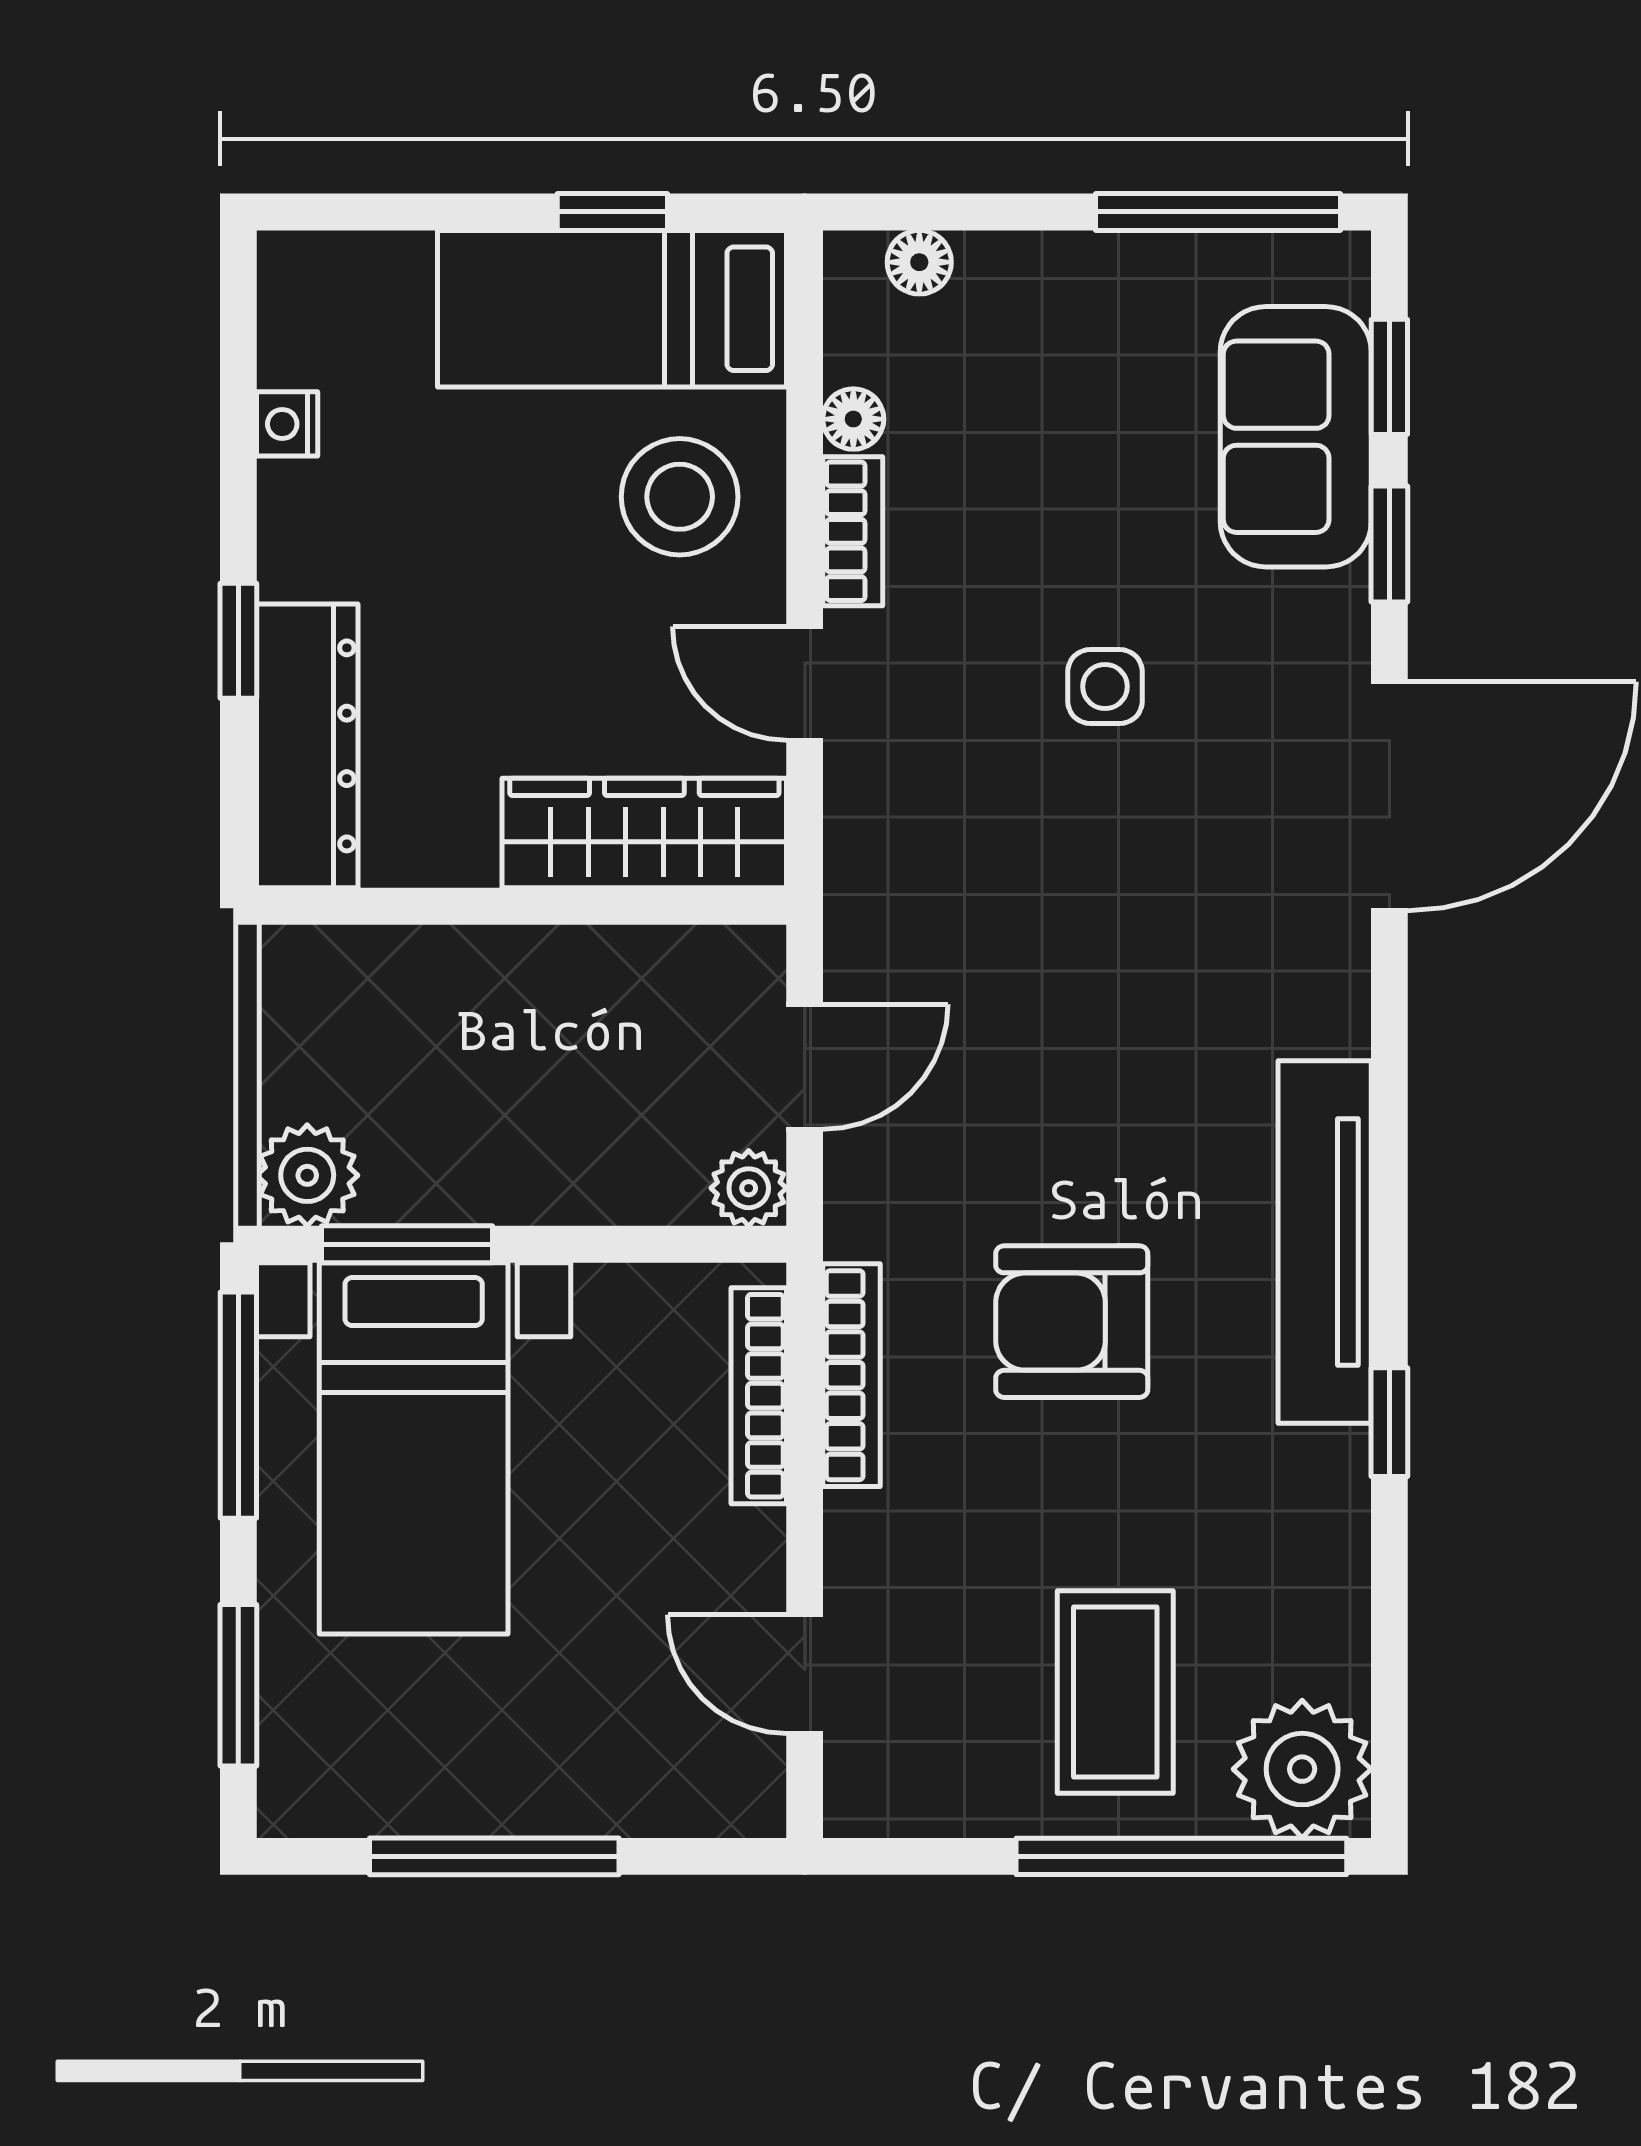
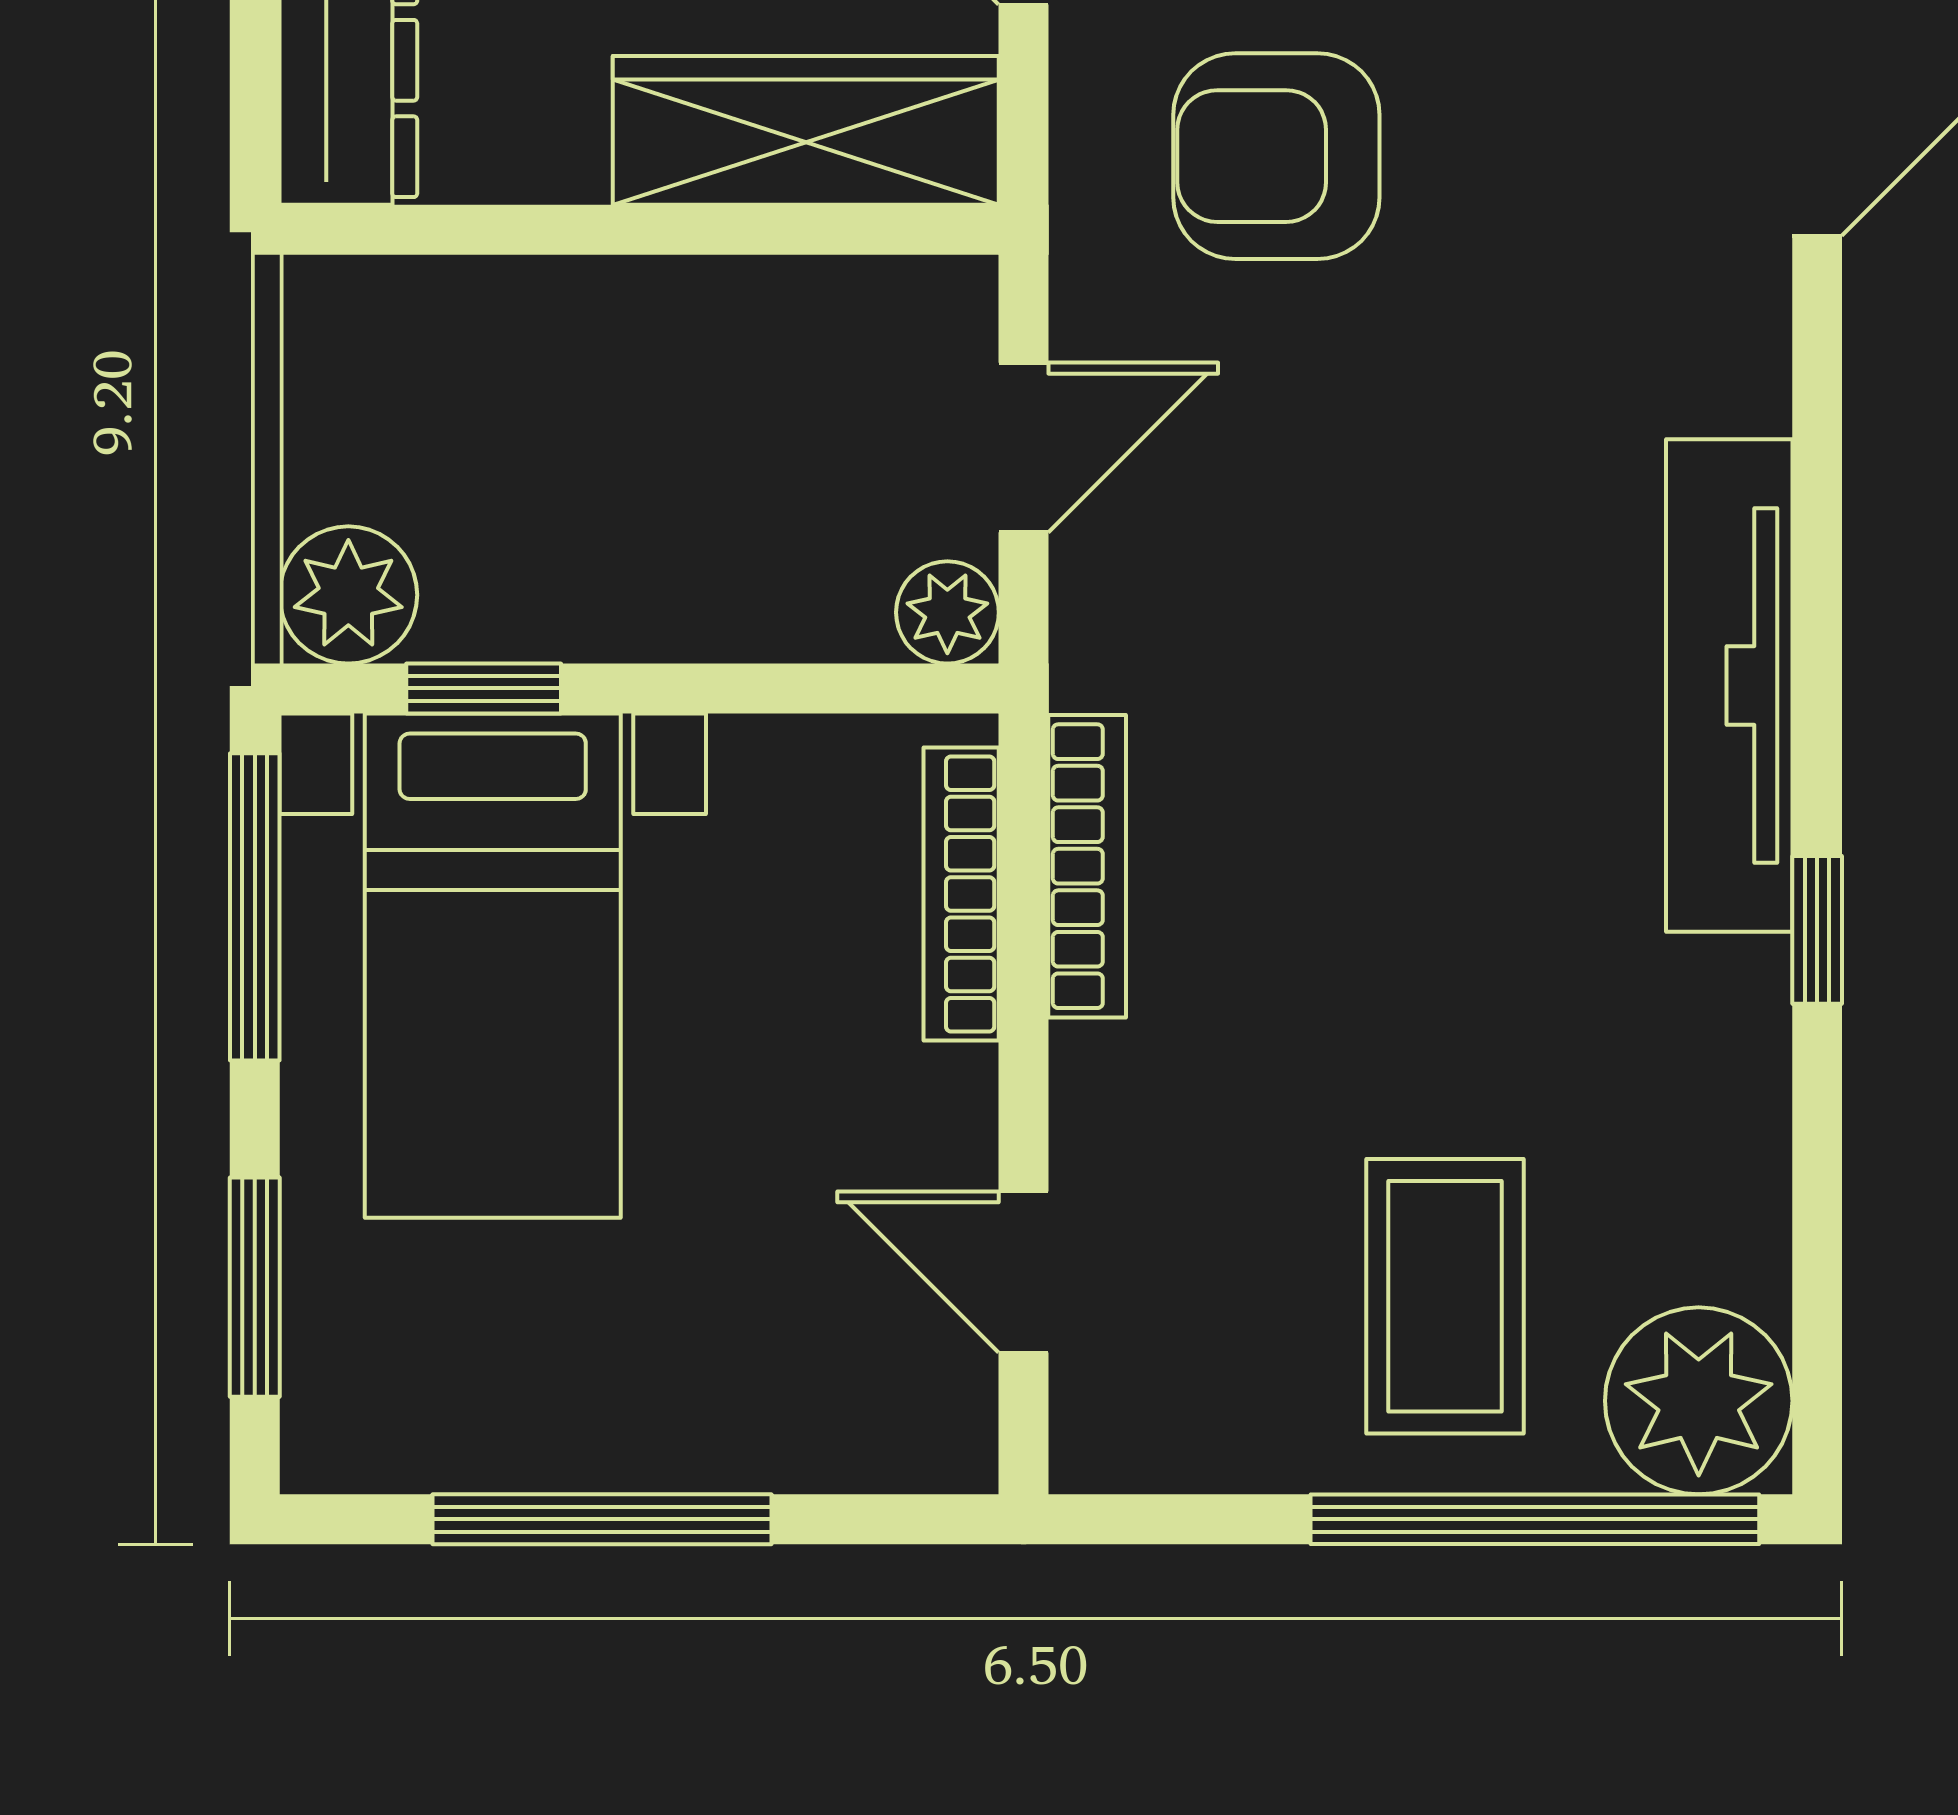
window: (407, 1244) -> (484, 688), width x0.67
armchair: (1072, 1322) -> (1276, 156), moved

